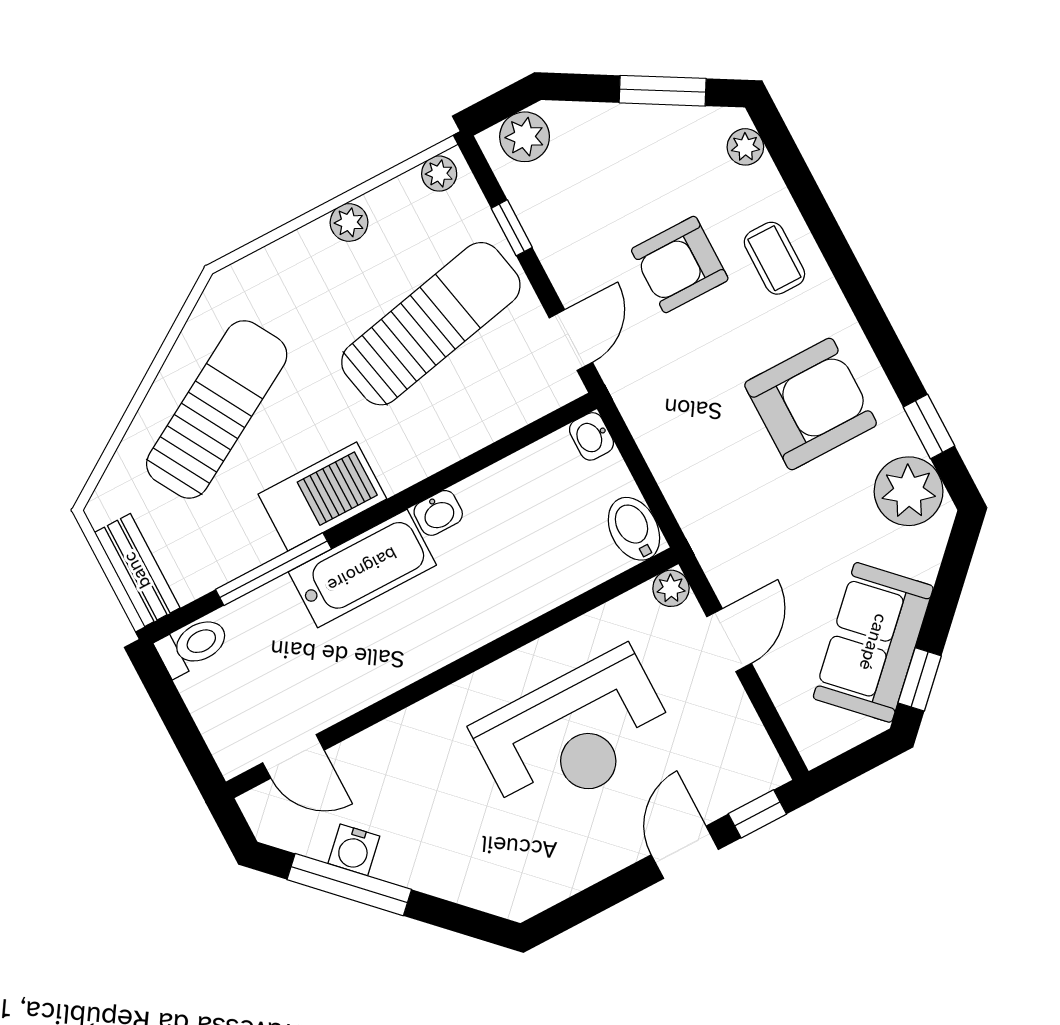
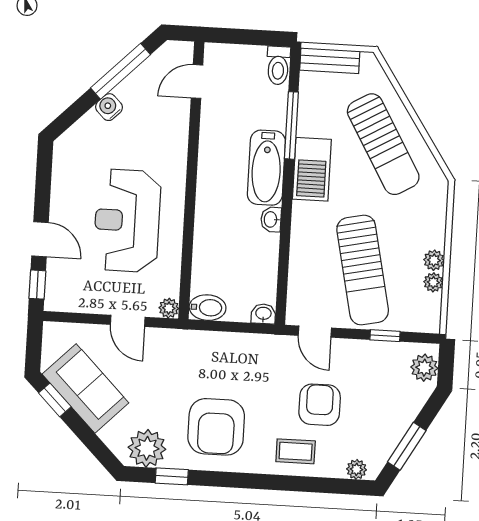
plant: (439, 174) -> (433, 282), moved
water cooler: (354, 850) -> (109, 107), moved

